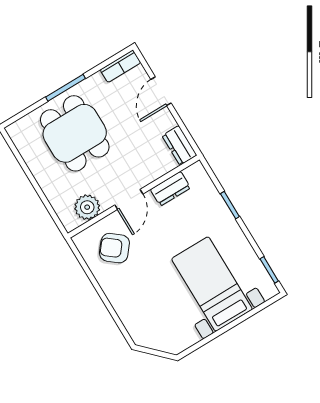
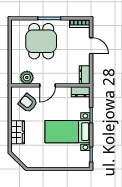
door: (161, 91) -> (91, 46), swing flipped
dresser: (170, 189) -> (81, 92), moved
bed with nightstands: (212, 284) -> (68, 132), moved, turned -90
wardrobe: (127, 306) -> (18, 132), added

